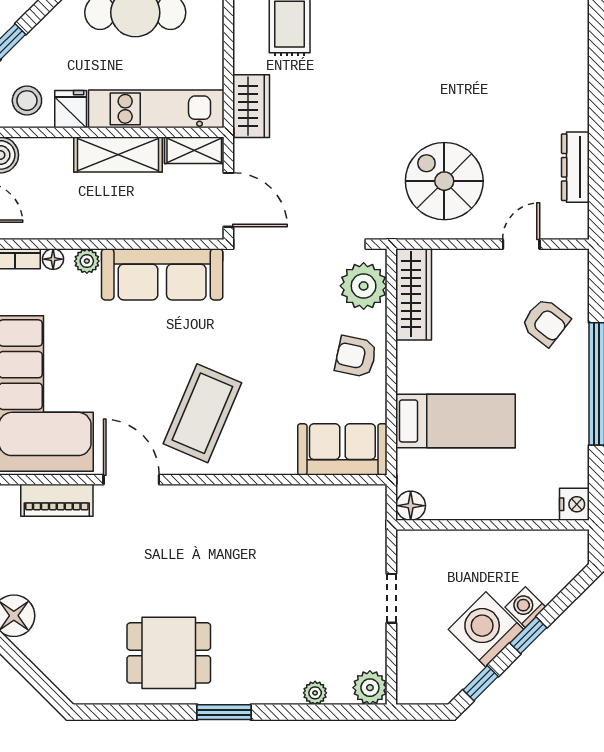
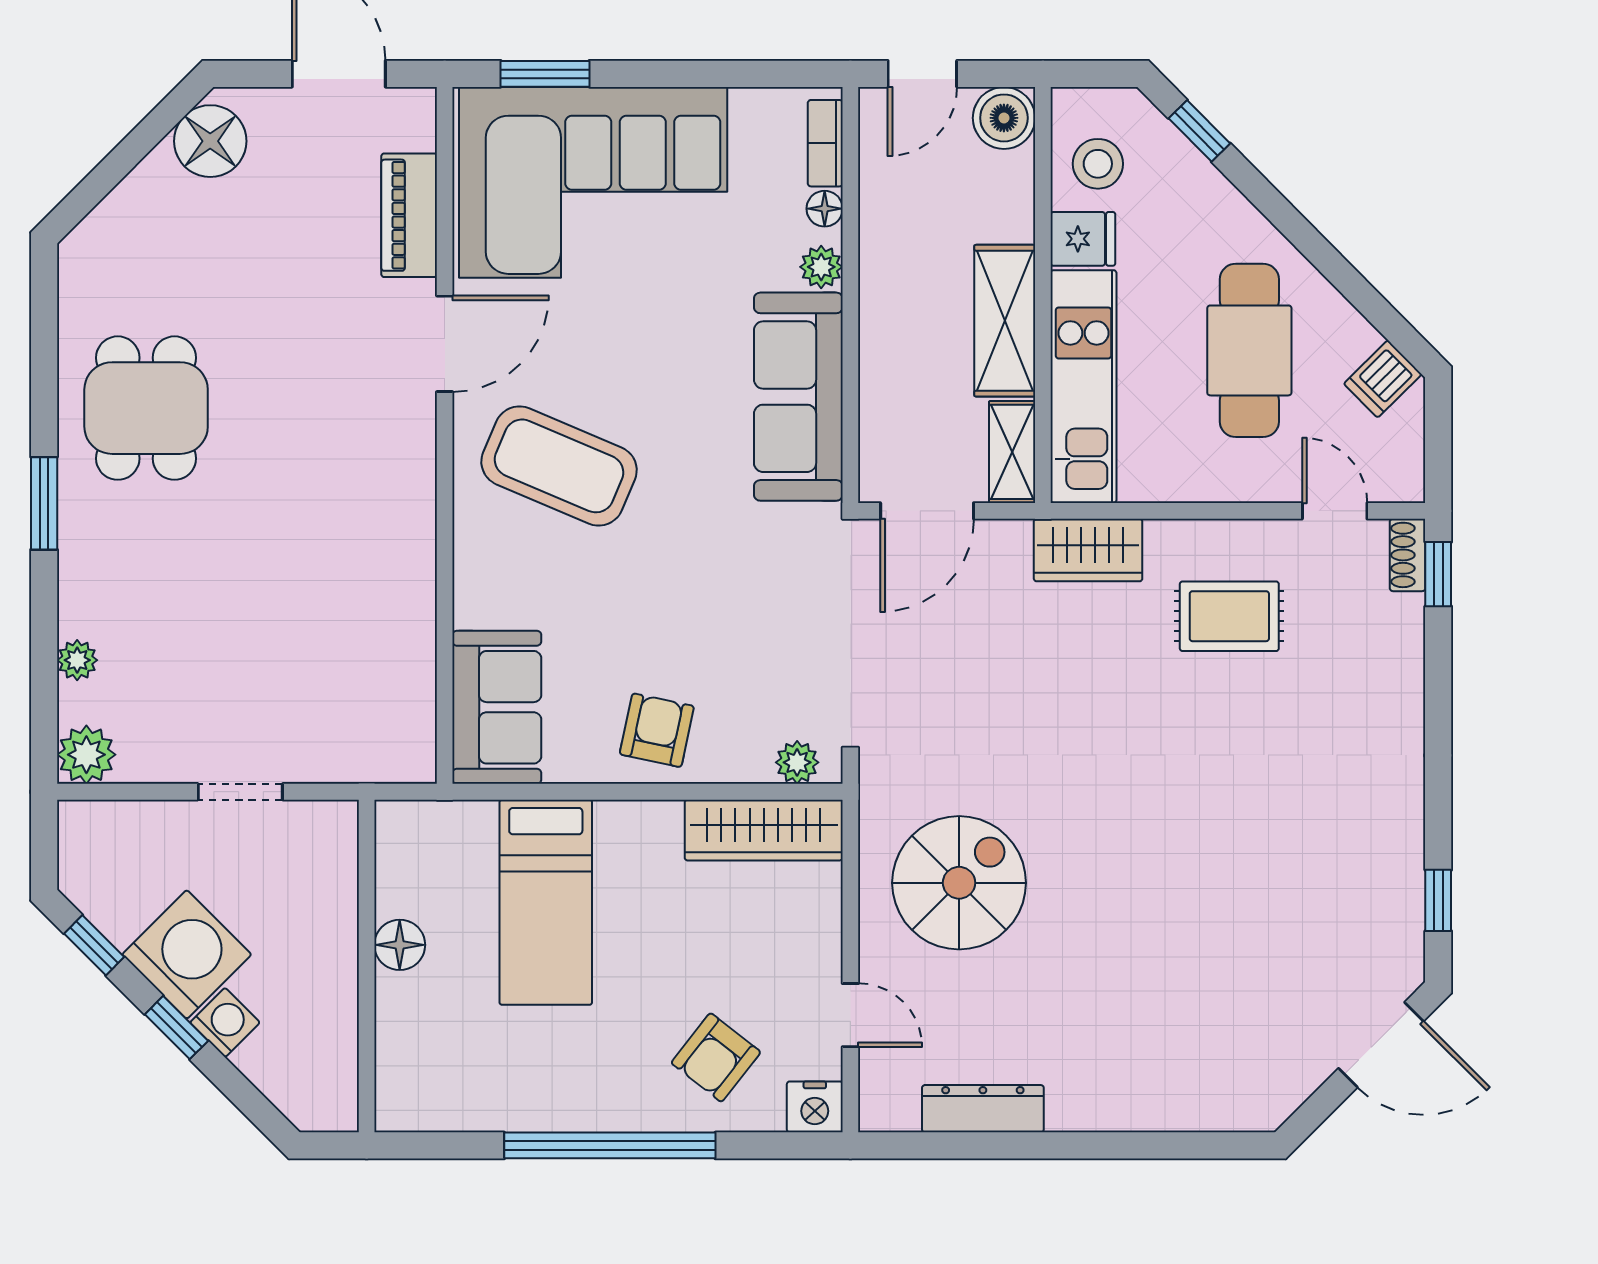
plant: (364, 286) -> (797, 762), width x0.53, depth x0.53
nightstand: (574, 504) -> (815, 1107), moved
floor lamp: (411, 506) -> (400, 945), moved

